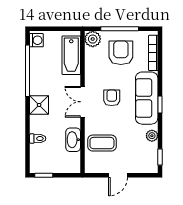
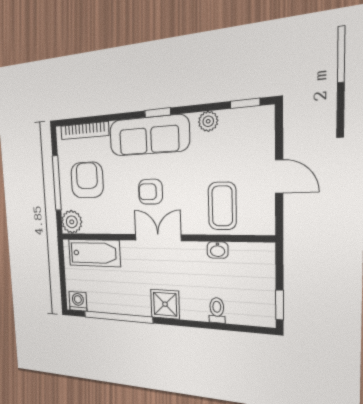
armchair: (121, 53) -> (87, 180), turned 90
double door: (82, 102) -> (158, 238), swing flipped
washbasin: (73, 140) -> (218, 250), width x0.52, depth x0.69

